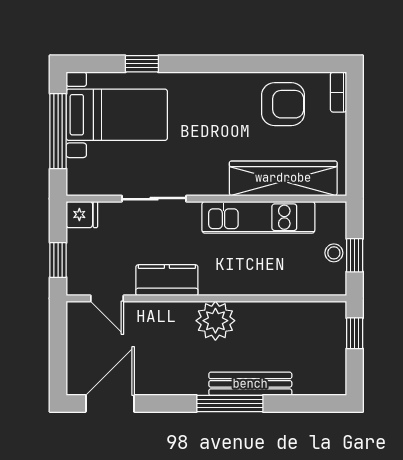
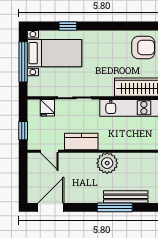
fridge: (82, 214) -> (47, 108), moved, turned 90

